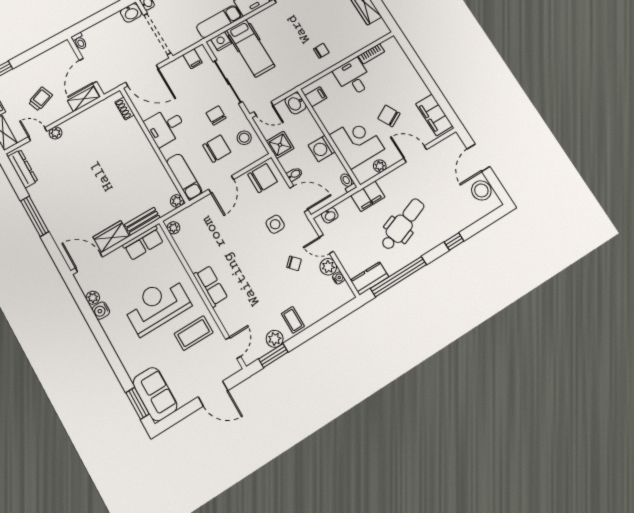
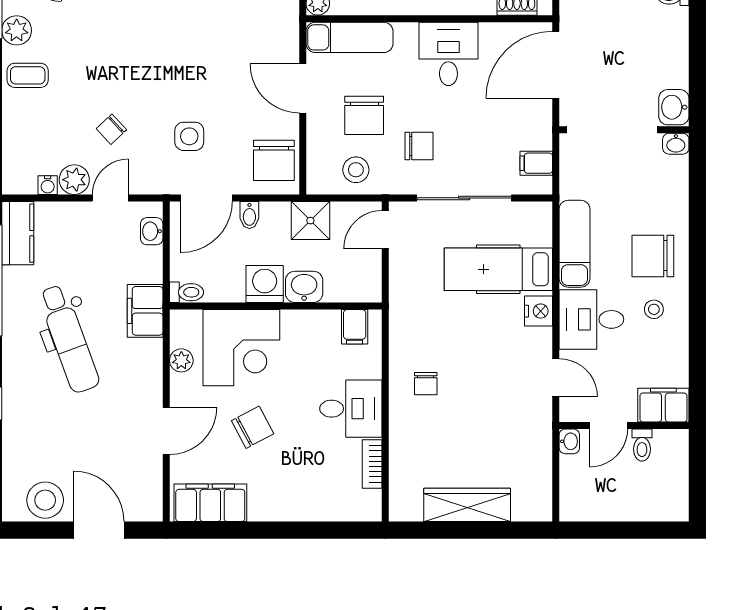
nightstand: (221, 41) -> (538, 311), moved
washbasin: (295, 103) -> (304, 287), moved

